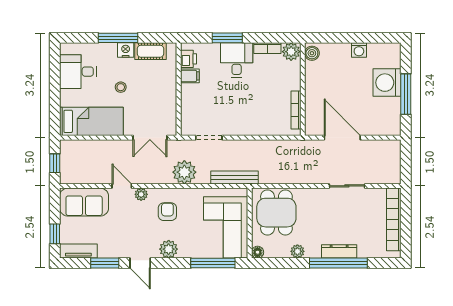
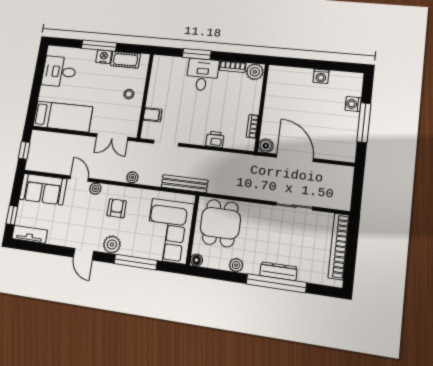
boiler: (312, 53) -> (266, 146), moved
printer: (188, 59) -> (215, 139), moved, turned -90
filing cabinet: (190, 76) -> (153, 115), moved
washing machine: (387, 83) -> (353, 104), width x0.53, depth x0.53
stool: (121, 87) -> (129, 94), moved
bookcase: (296, 110) -> (252, 126), width x0.64
plant: (184, 172) -> (132, 177), width x0.53, depth x0.53
window: (105, 263) -> (51, 249), removed
window: (213, 263) -> (136, 262), moved

